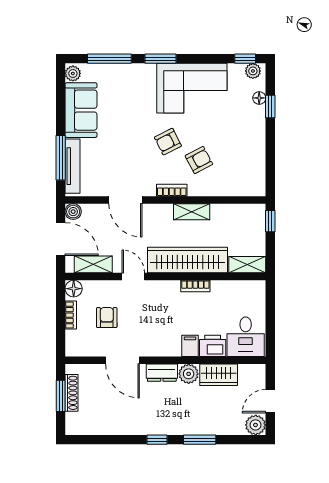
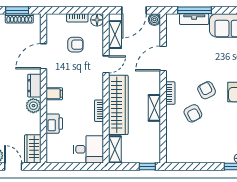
tv unit: (73, 166) -> (194, 19), width x0.71
desk: (246, 337) -> (88, 149), moved, turned 180
filing cabinet: (190, 346) -> (54, 94), moved
wardrobe: (219, 375) -> (33, 149), moved

